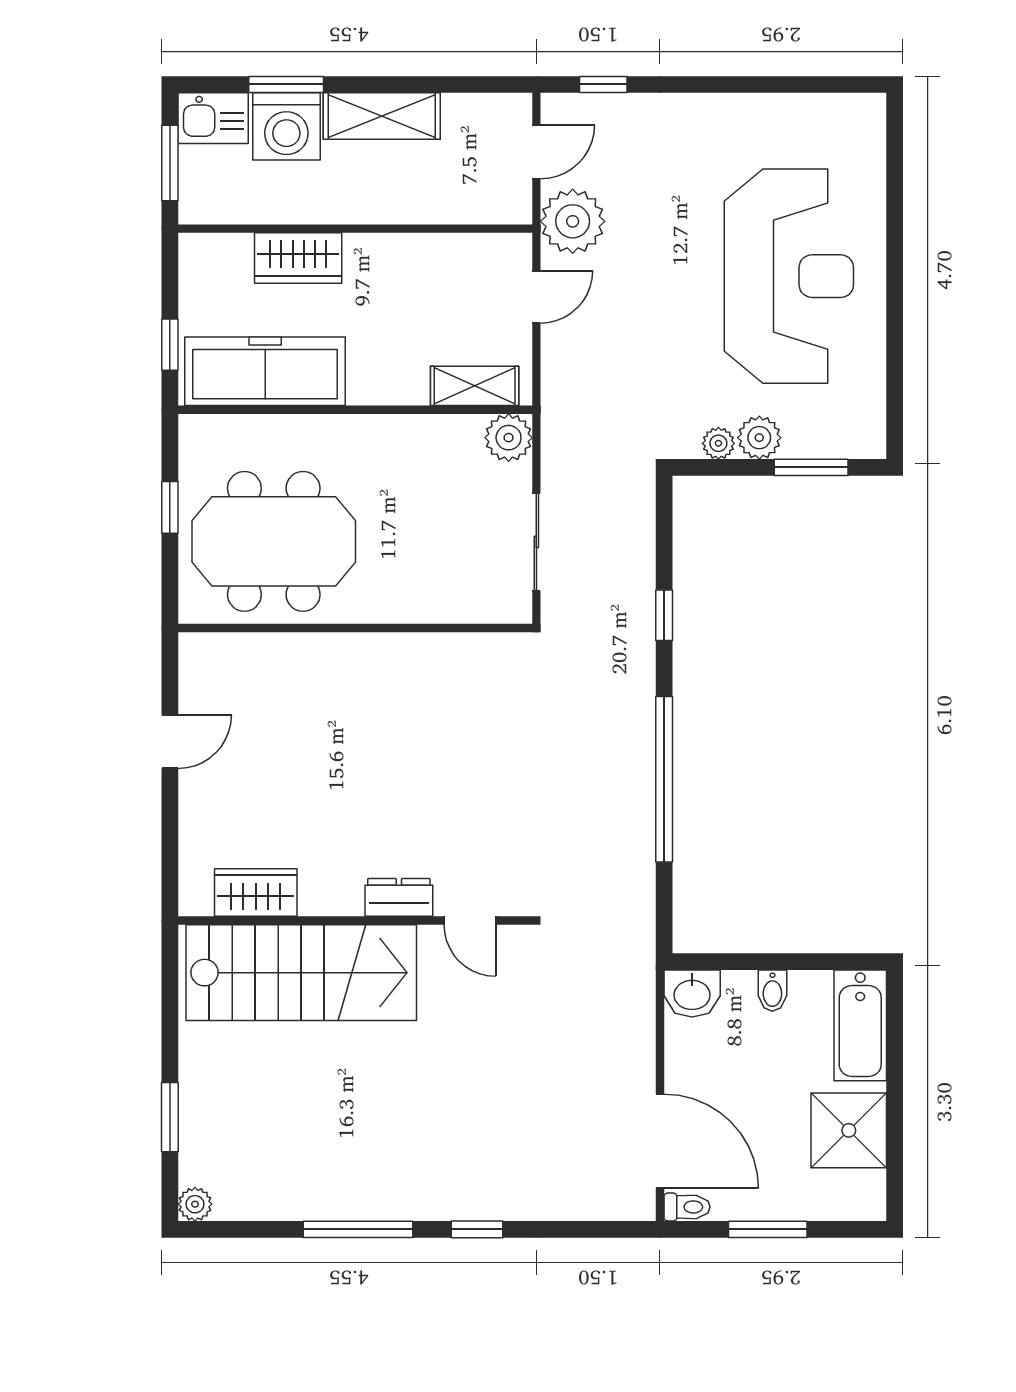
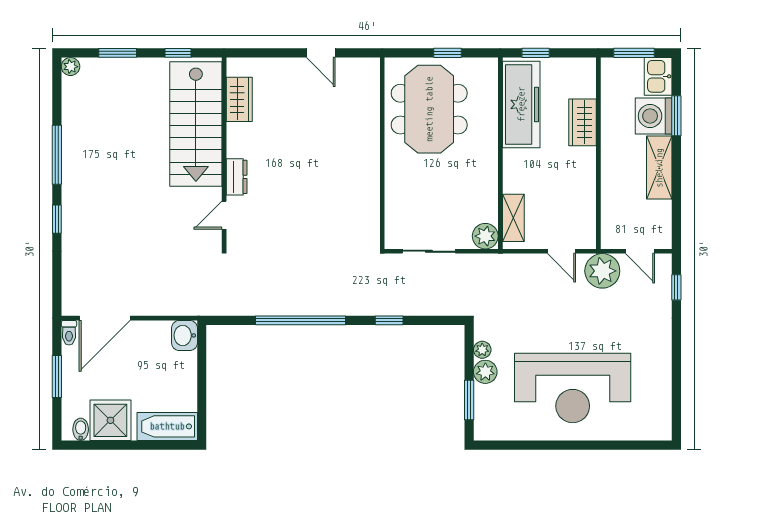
bidet: (772, 991) -> (81, 429), moved, turned 90
window: (170, 1006) -> (178, 53), added

